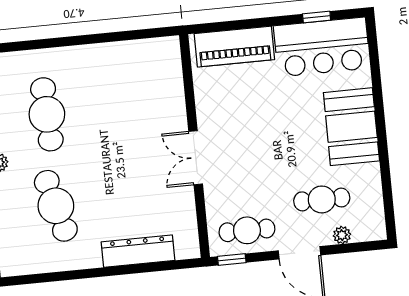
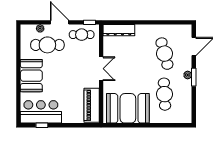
piano: (234, 47) -> (92, 105), moved, turned -90
booth: (126, 74) -> (128, 108), added
cafe table: (322, 199) -> (47, 45), width x1.37, depth x1.35
dresser: (138, 251) -> (119, 30), moved

